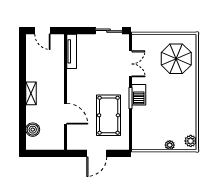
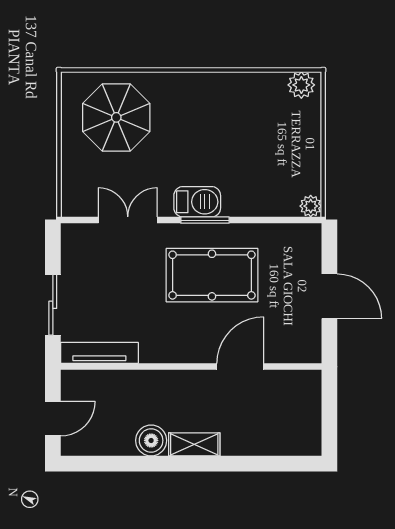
sliding door: (109, 31) -> (53, 305), moved
pool table: (109, 115) -> (212, 275), moved
boiler: (33, 130) -> (151, 440), moved
plant: (170, 145) -> (311, 206), moved

